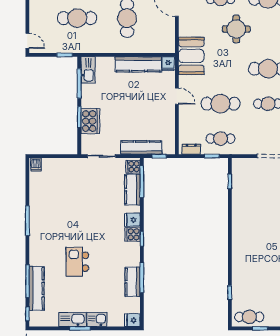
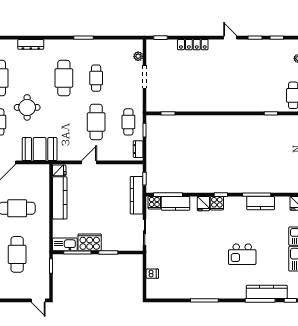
door: (27, 41) -> (38, 300), swing flipped
booth: (191, 56) -> (40, 149), moved
cooker: (90, 121) -> (90, 242), moved
dishwasher: (36, 164) -> (152, 274), moved

